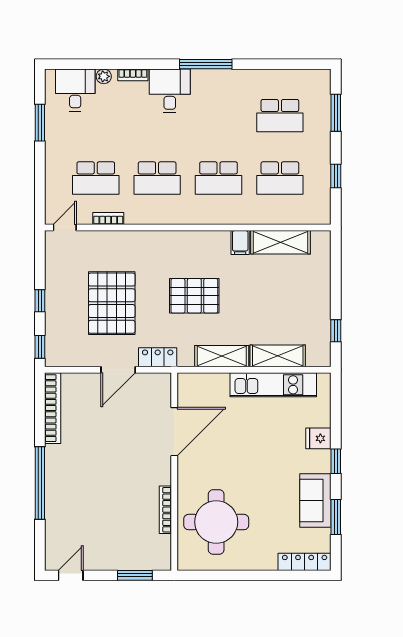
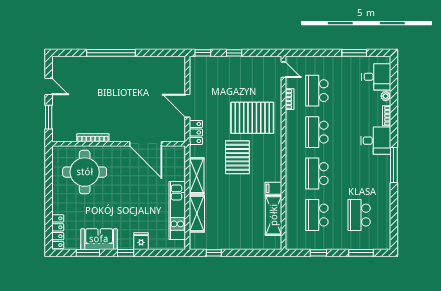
pallet: (112, 303) -> (252, 118), moved
bookcase: (53, 408) -> (162, 62), removed
door: (71, 575) -> (49, 86), moved

